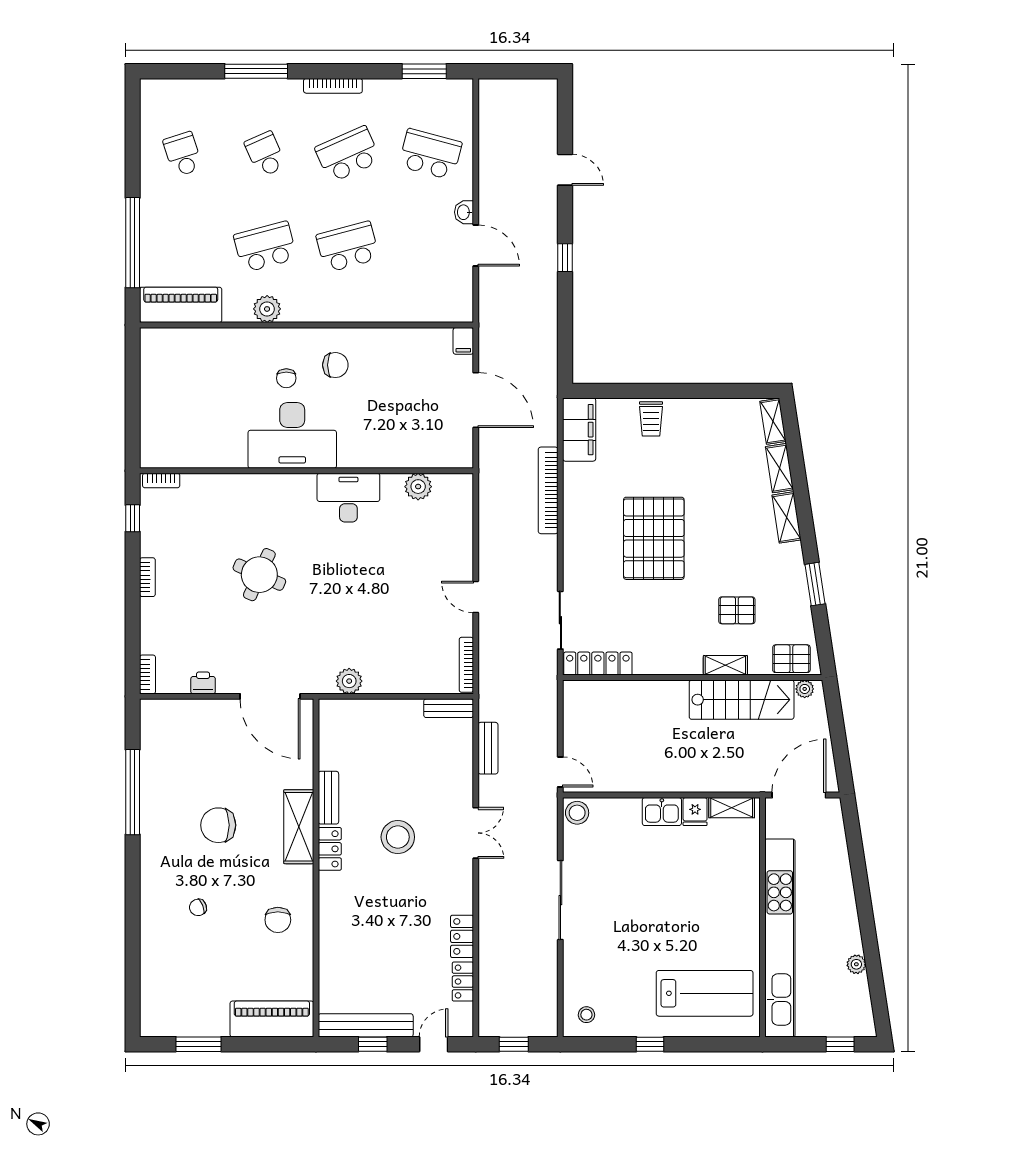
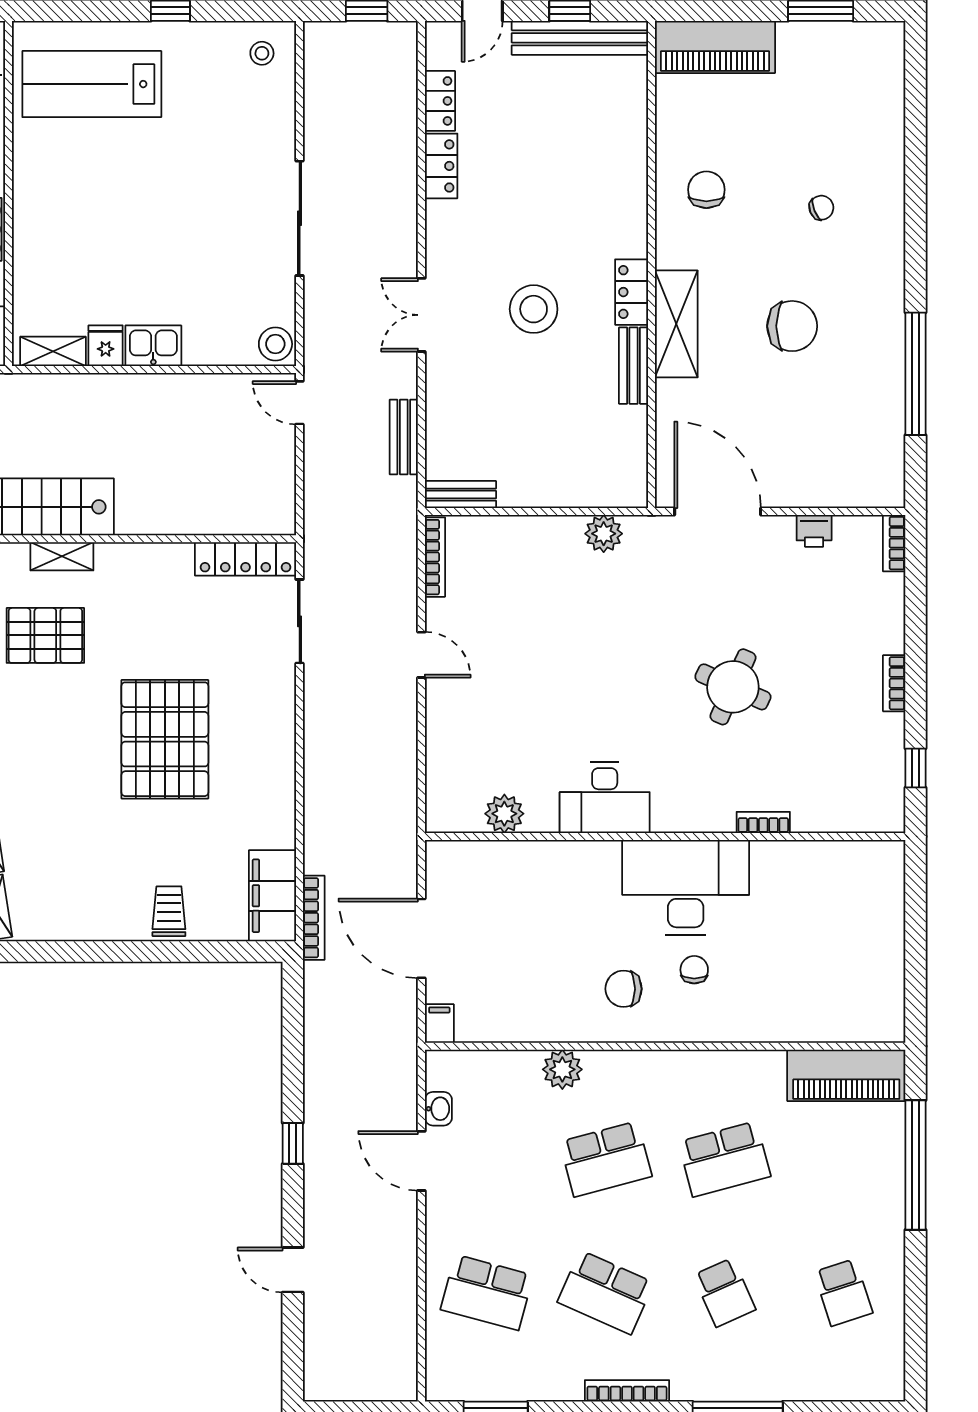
school desk: (348, 154) -> (606, 1292), turned 48
washbasin: (464, 212) -> (438, 1109), moved
plant: (267, 309) -> (562, 1069), moved
bookcase: (161, 481) -> (763, 822), moved
bookcase: (548, 490) -> (314, 918), moved, width x0.68, depth x0.76
pallet: (737, 610) -> (45, 635), width x1.50, depth x1.42

